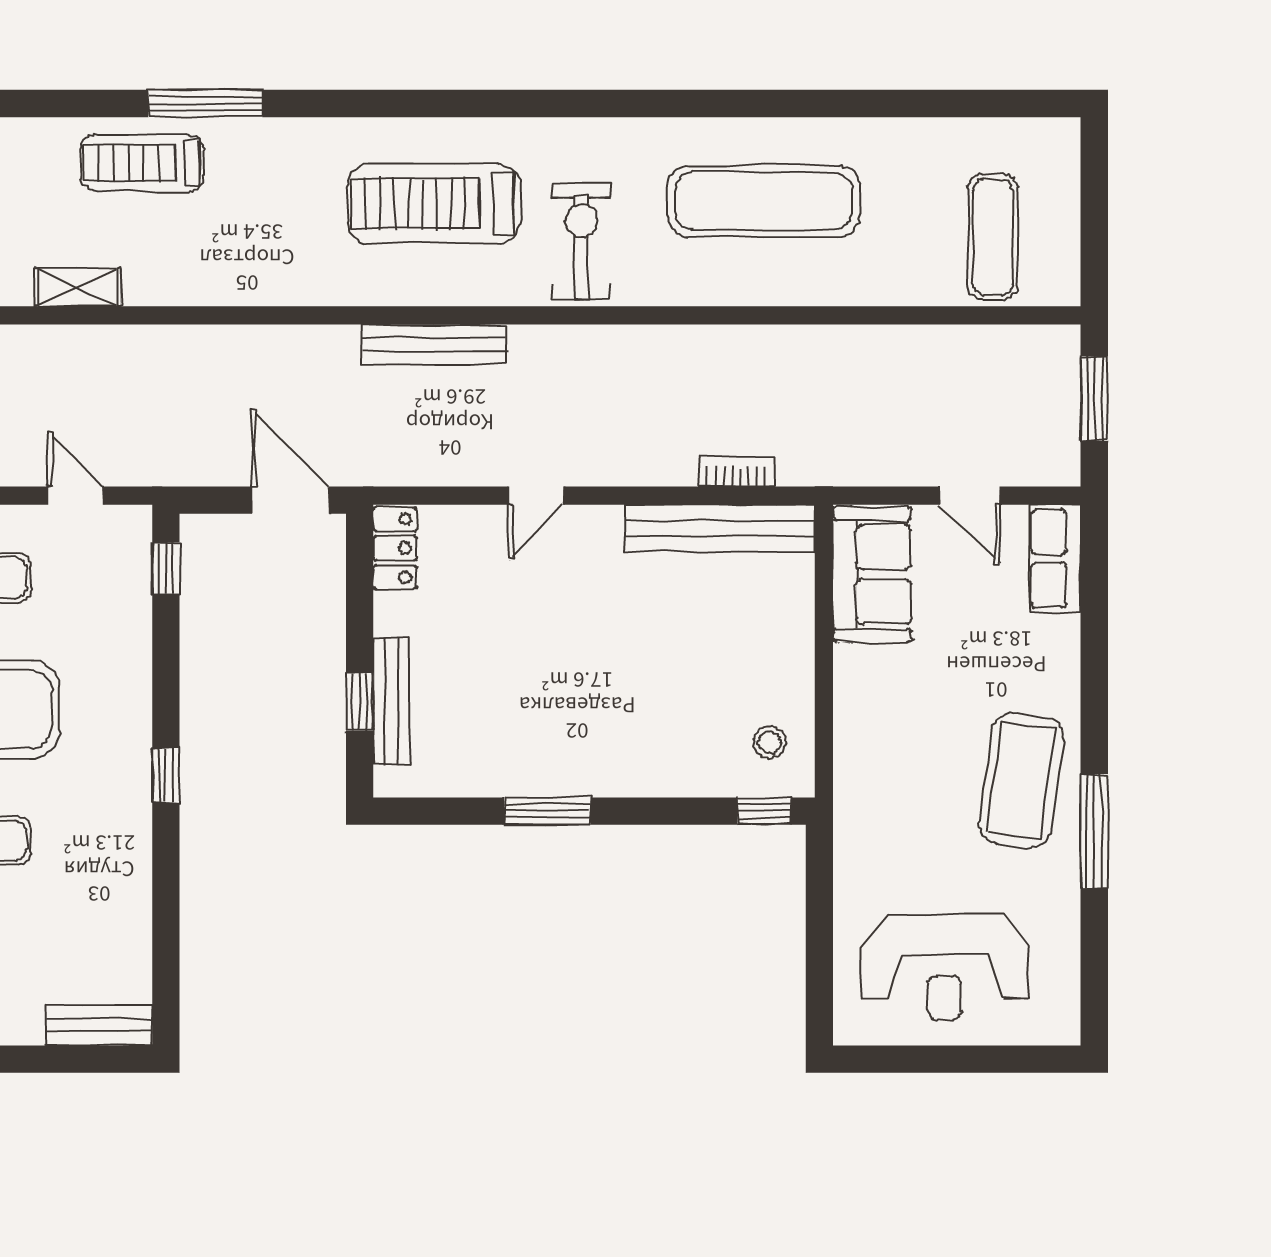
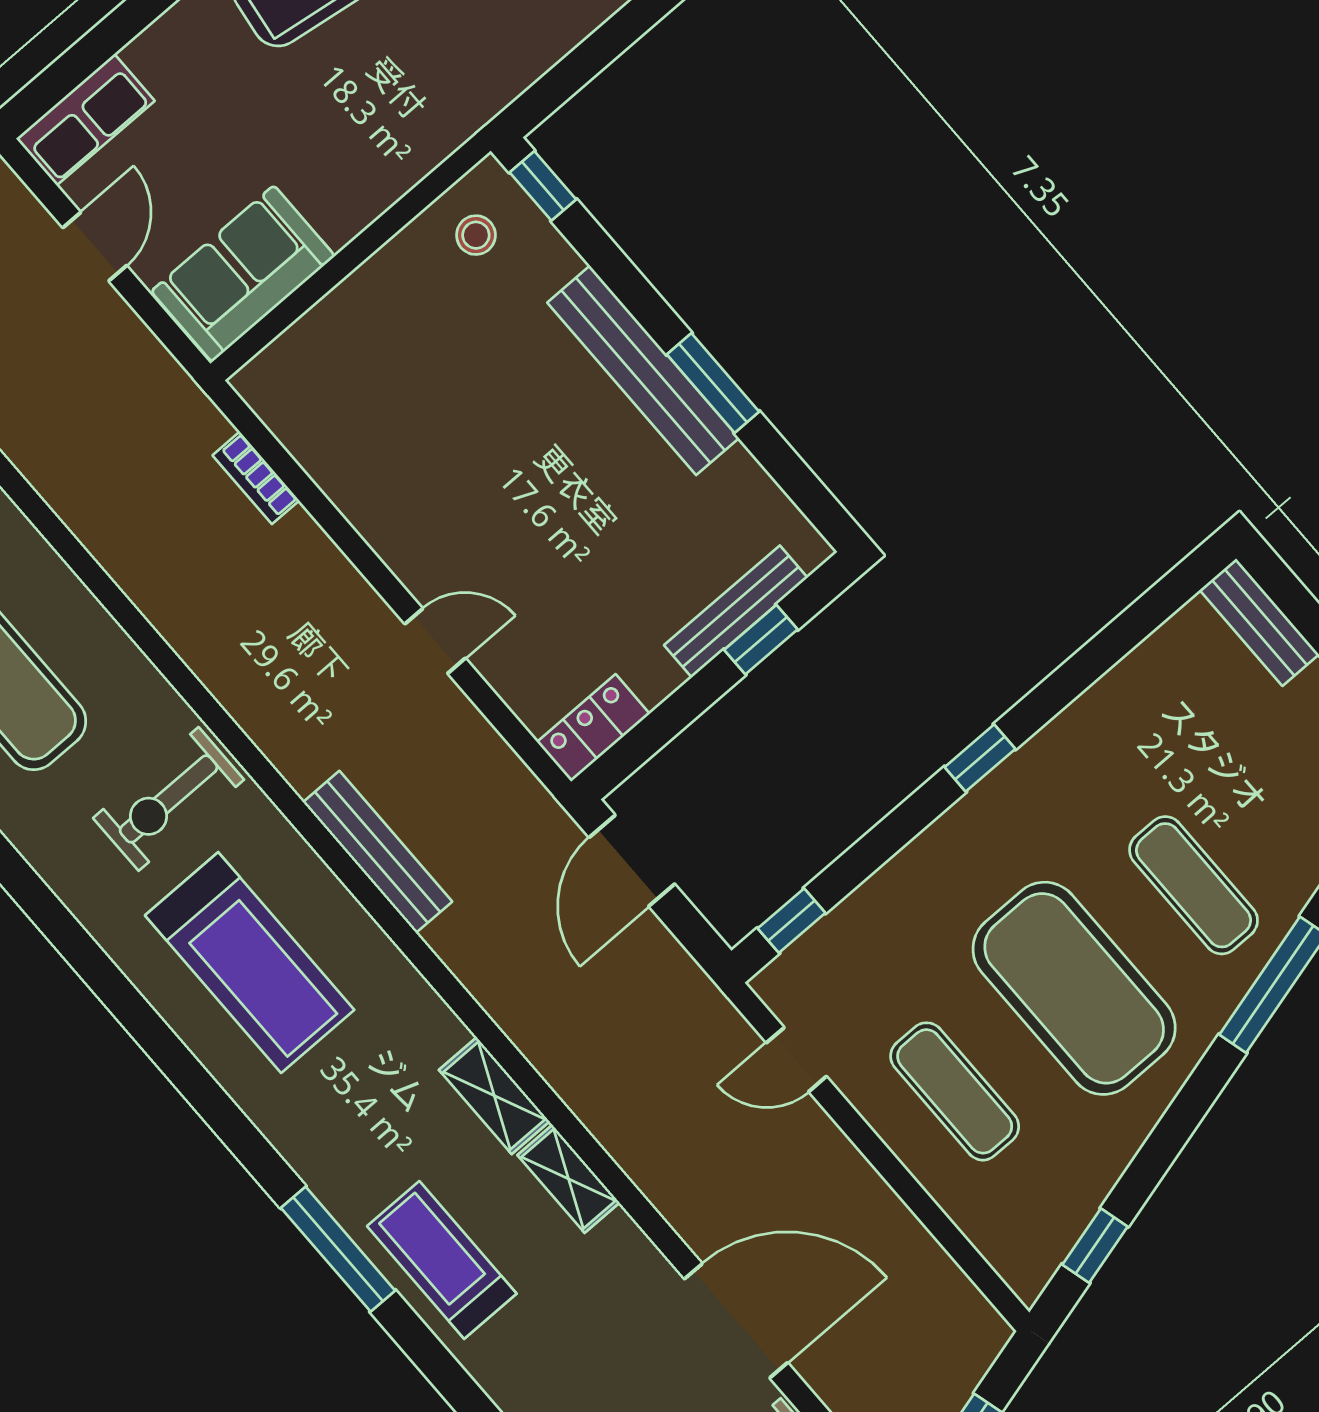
treadmill: (142, 163) -> (442, 1260), turned 180
shelving: (217, 285) -> (494, 1096), added
shelving: (77, 287) -> (569, 1179), moved
door: (76, 496) -> (796, 1060), hinge flipped
bench: (720, 528) -> (643, 370), moved

